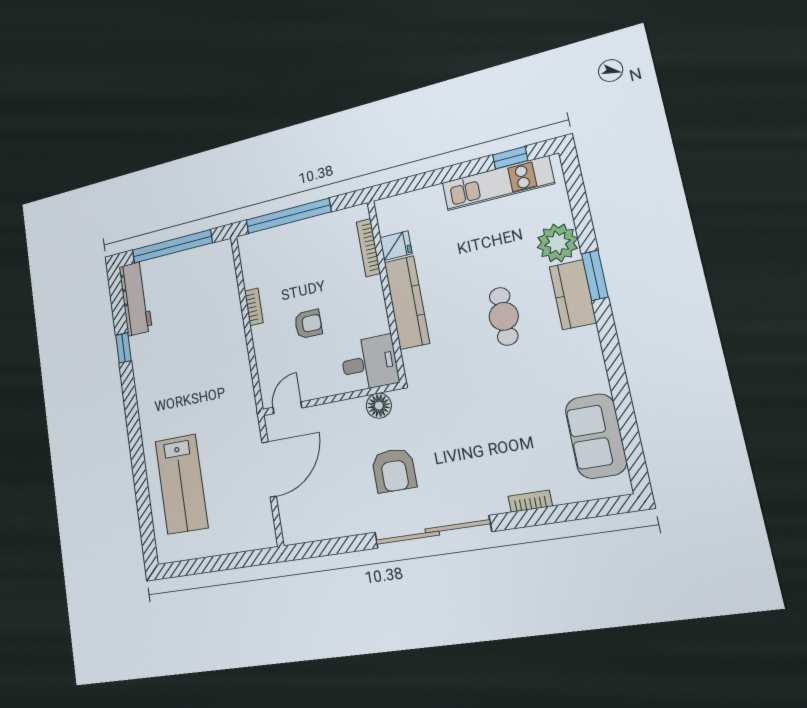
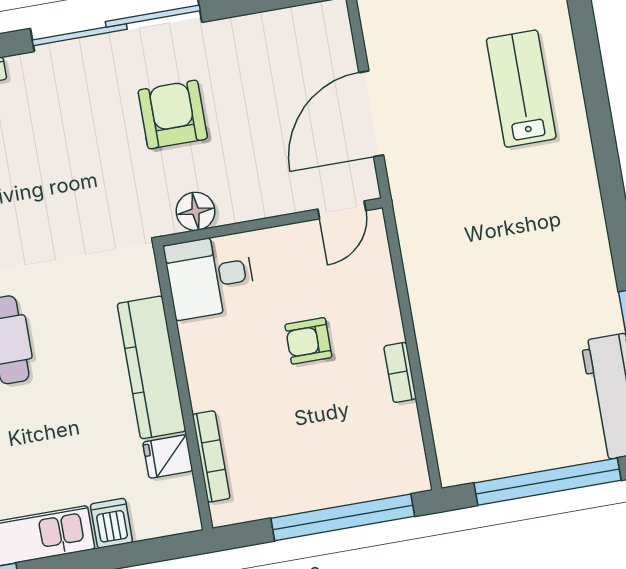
dishwasher: (432, 200) -> (111, 523), added
lab bench: (182, 484) -> (521, 89), width x0.73, depth x0.72

